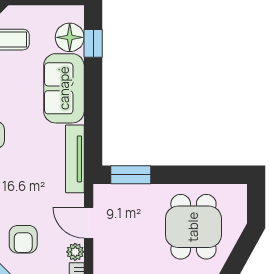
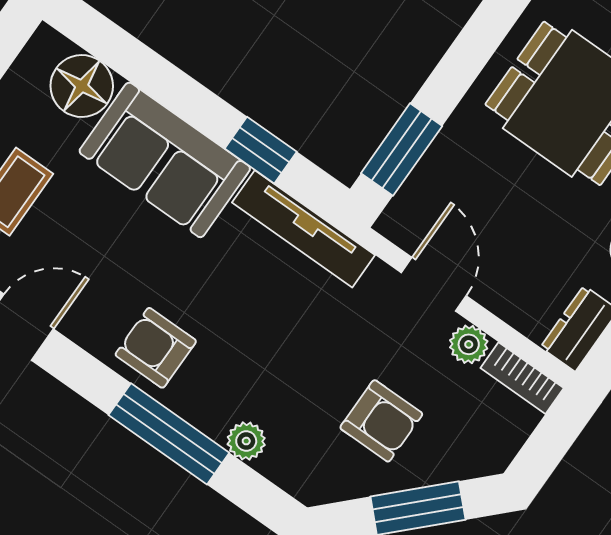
window: (93, 43) -> (261, 150), moved
door: (89, 223) -> (434, 284), swing flipped

